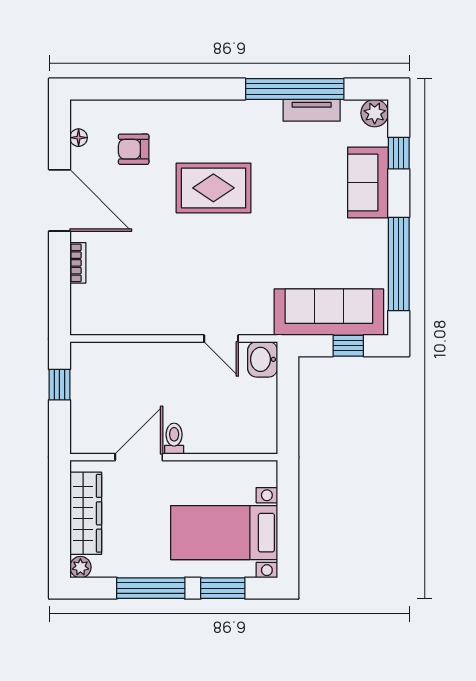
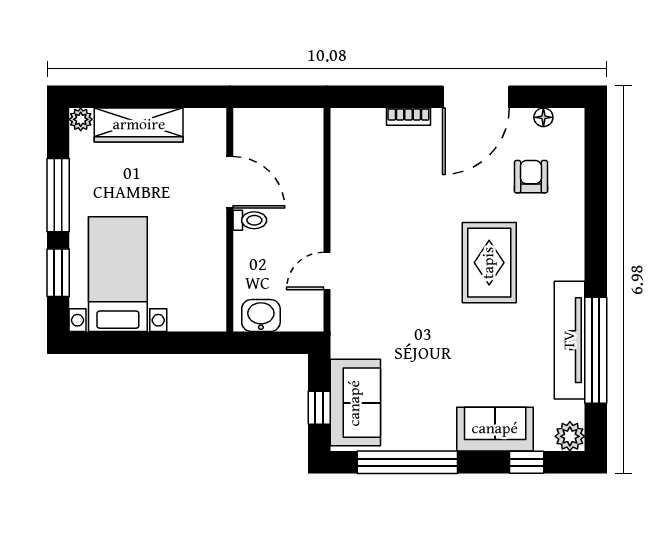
tv unit: (312, 110) -> (570, 340), width x1.92, depth x1.29
sofa: (329, 312) -> (355, 403), width x0.73
washbasin: (263, 359) -> (261, 316), moved
window: (59, 385) -> (277, 97), removed
toilet: (174, 439) -> (250, 220), moved
door: (139, 457) -> (230, 182), moved
wall: (174, 457) -> (230, 220), moved

